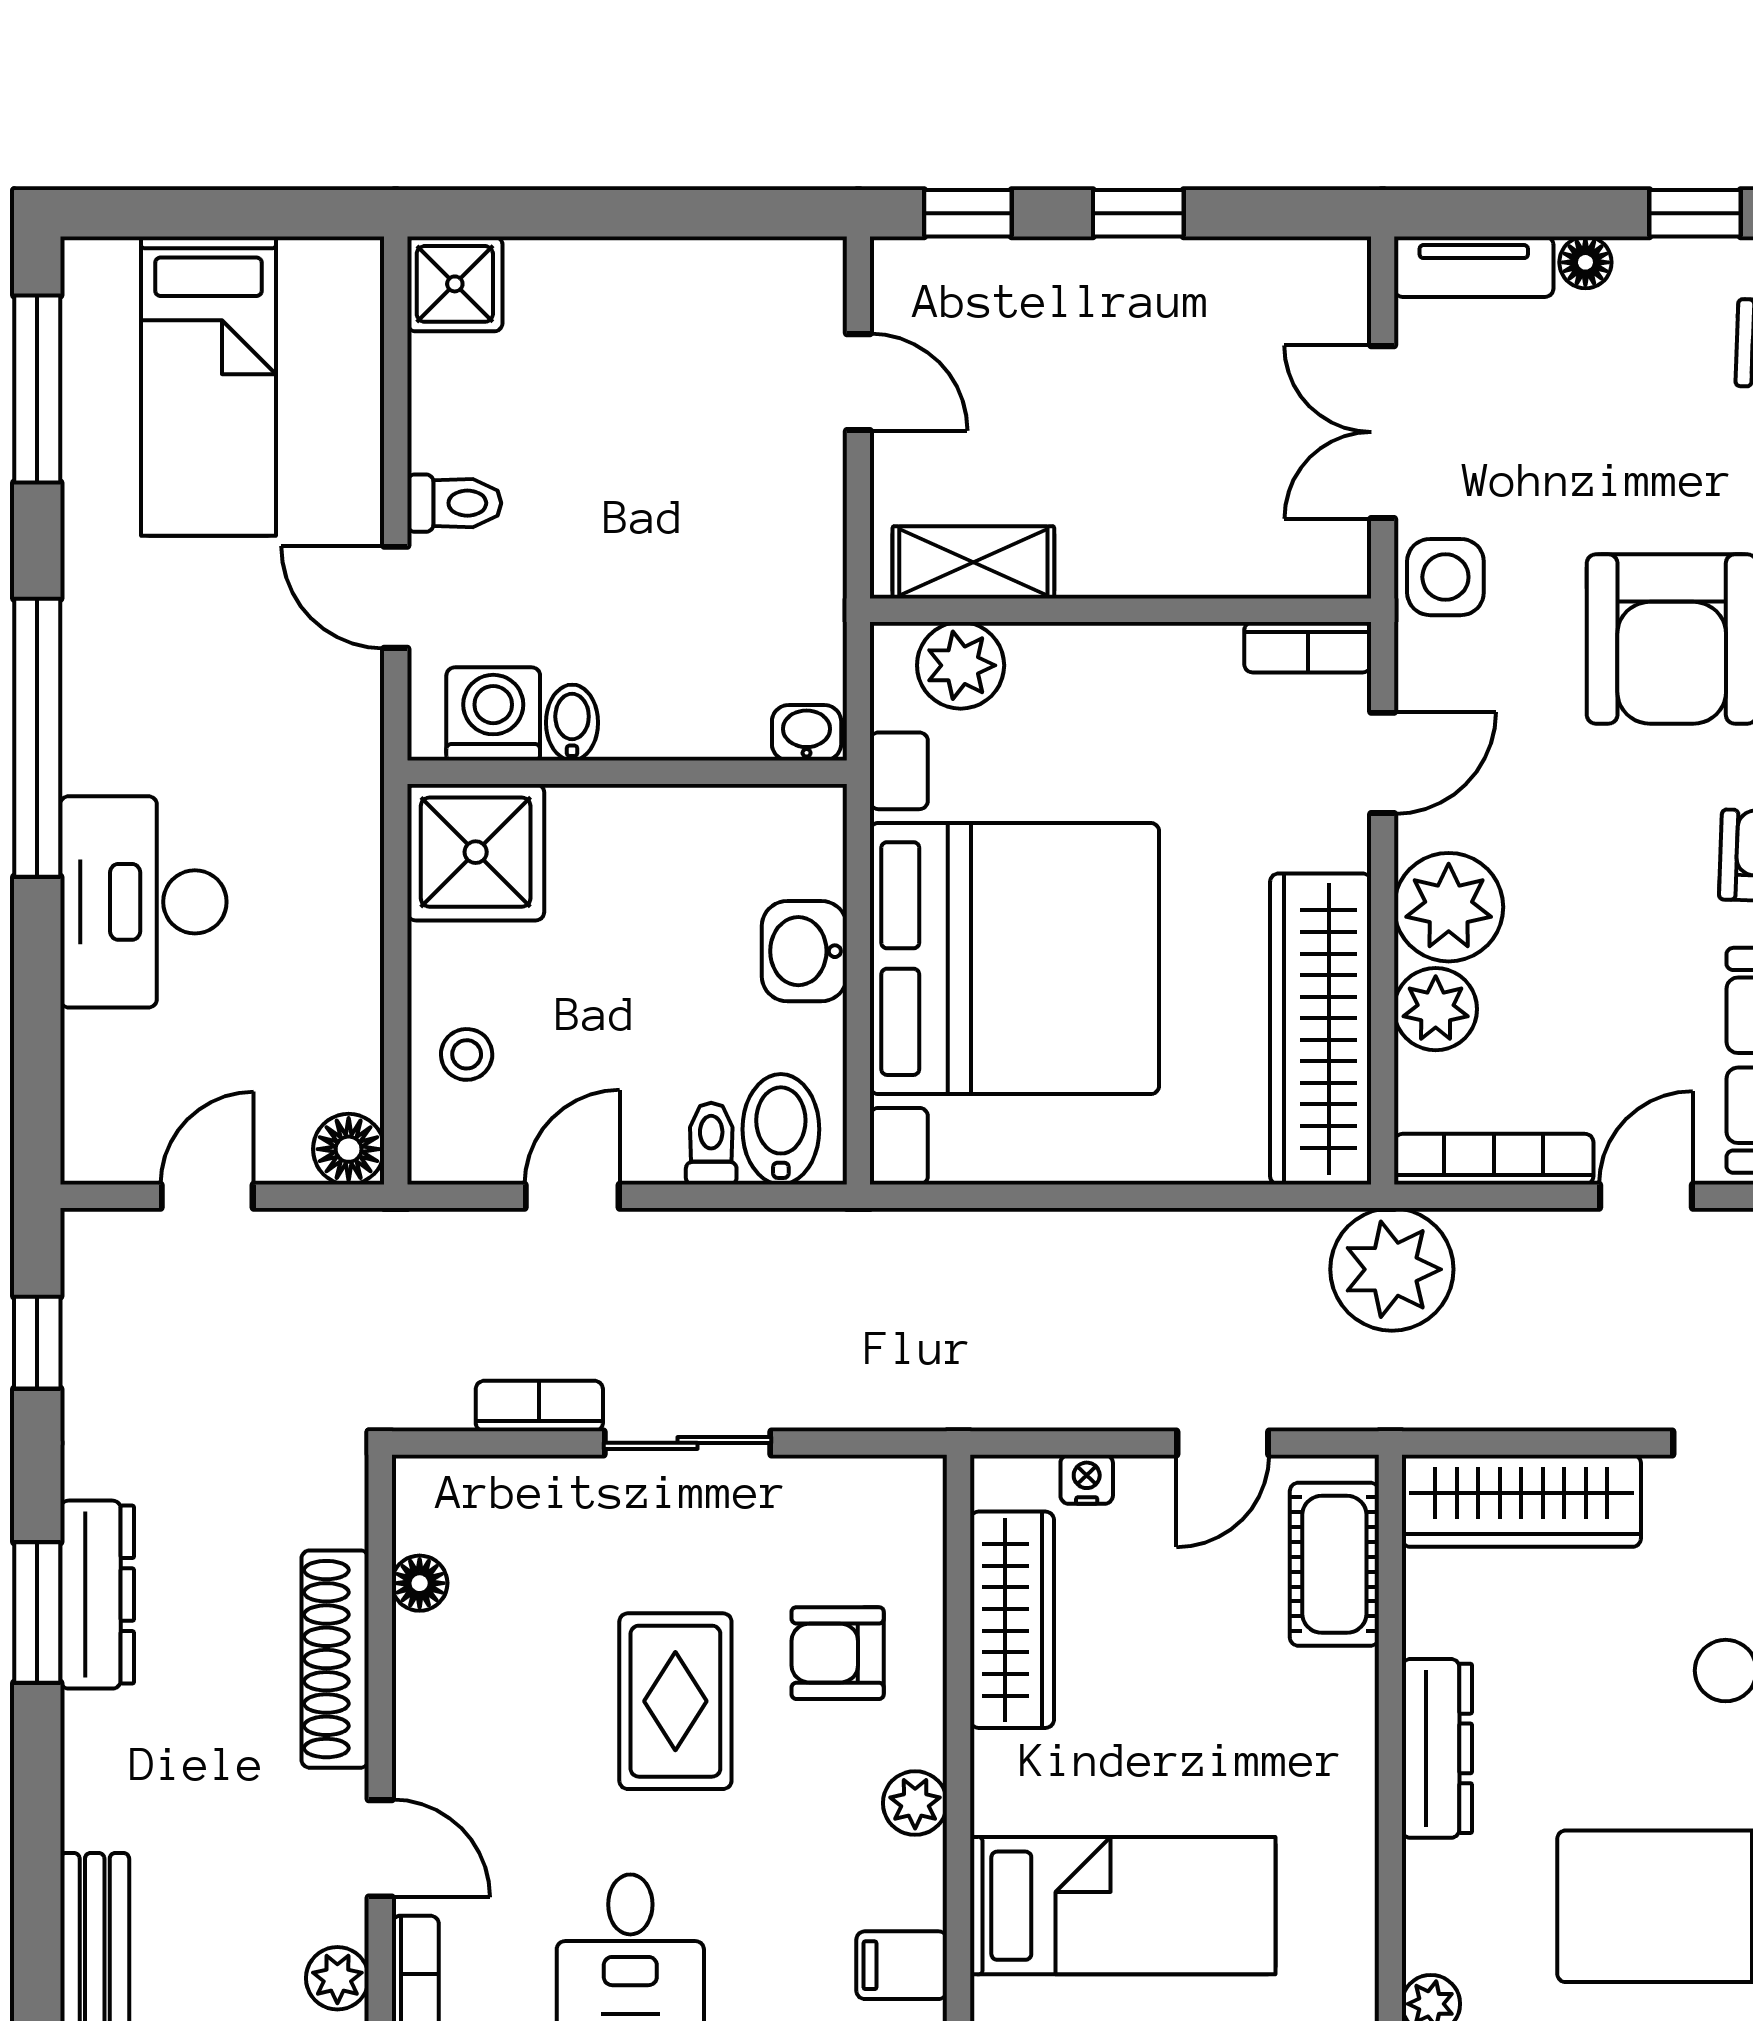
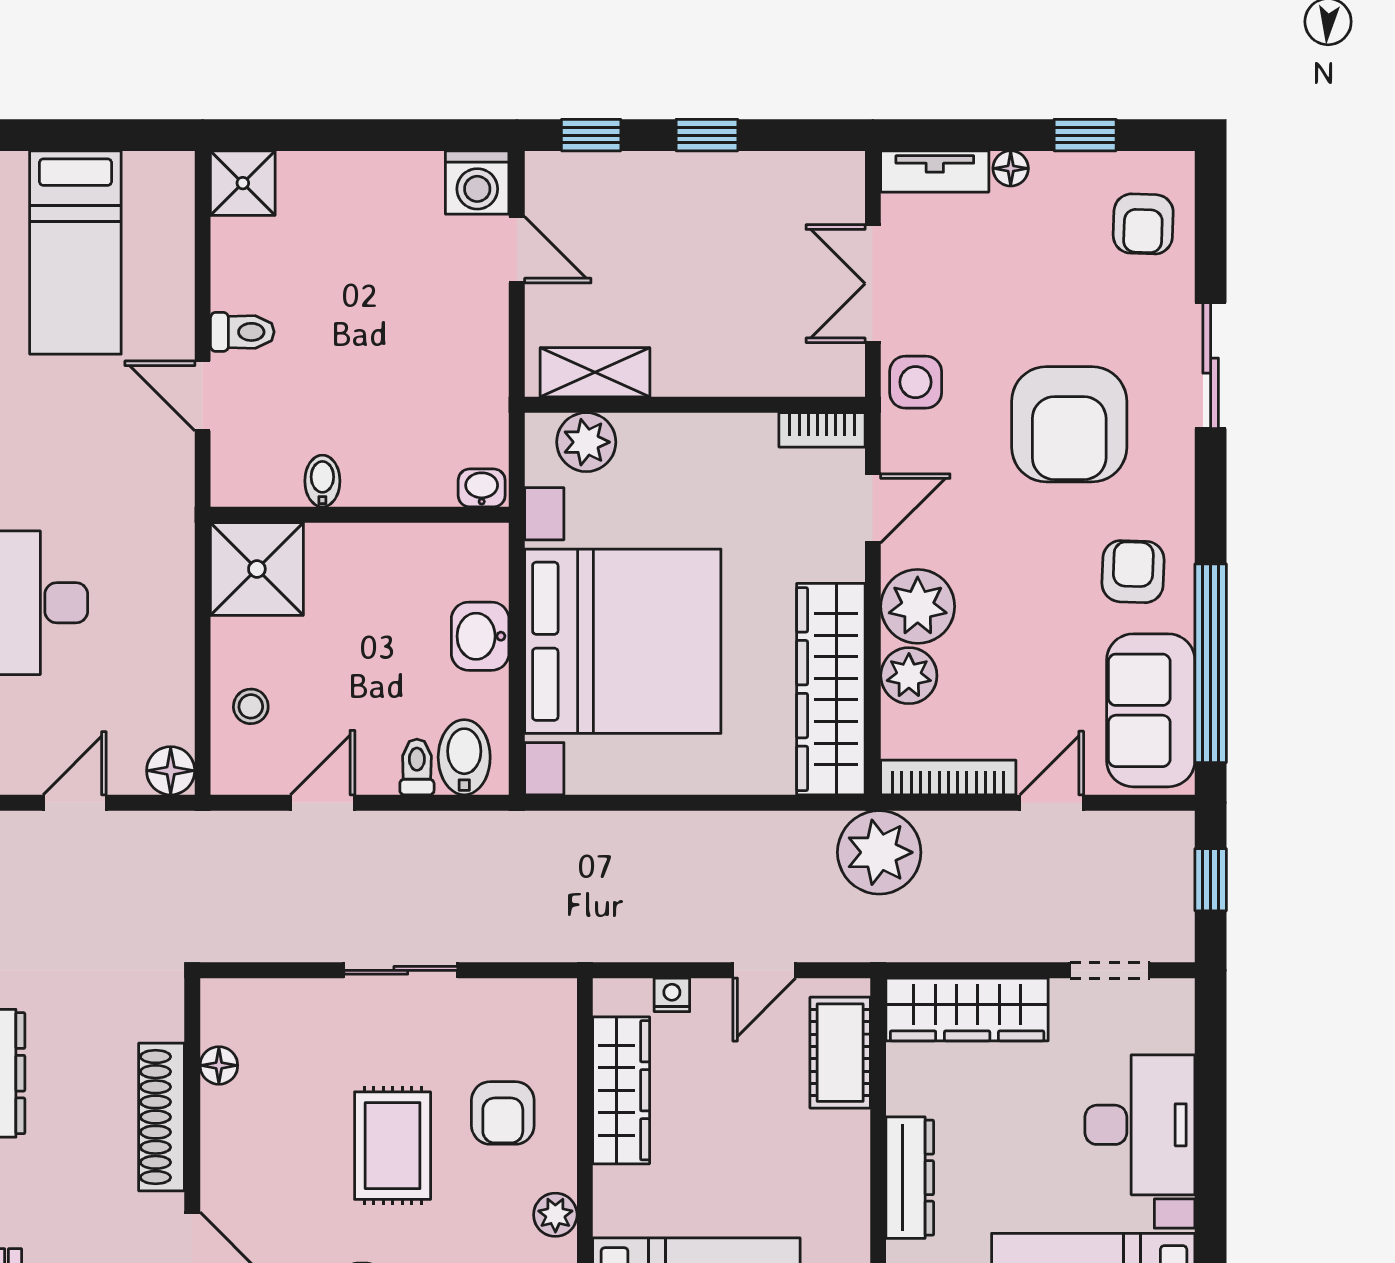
washing machine: (493, 714) -> (477, 183), moved, turned 180
bookcase: (539, 1406) -> (300, 945), removed
armchair: (838, 1653) -> (503, 1113), turned -90

